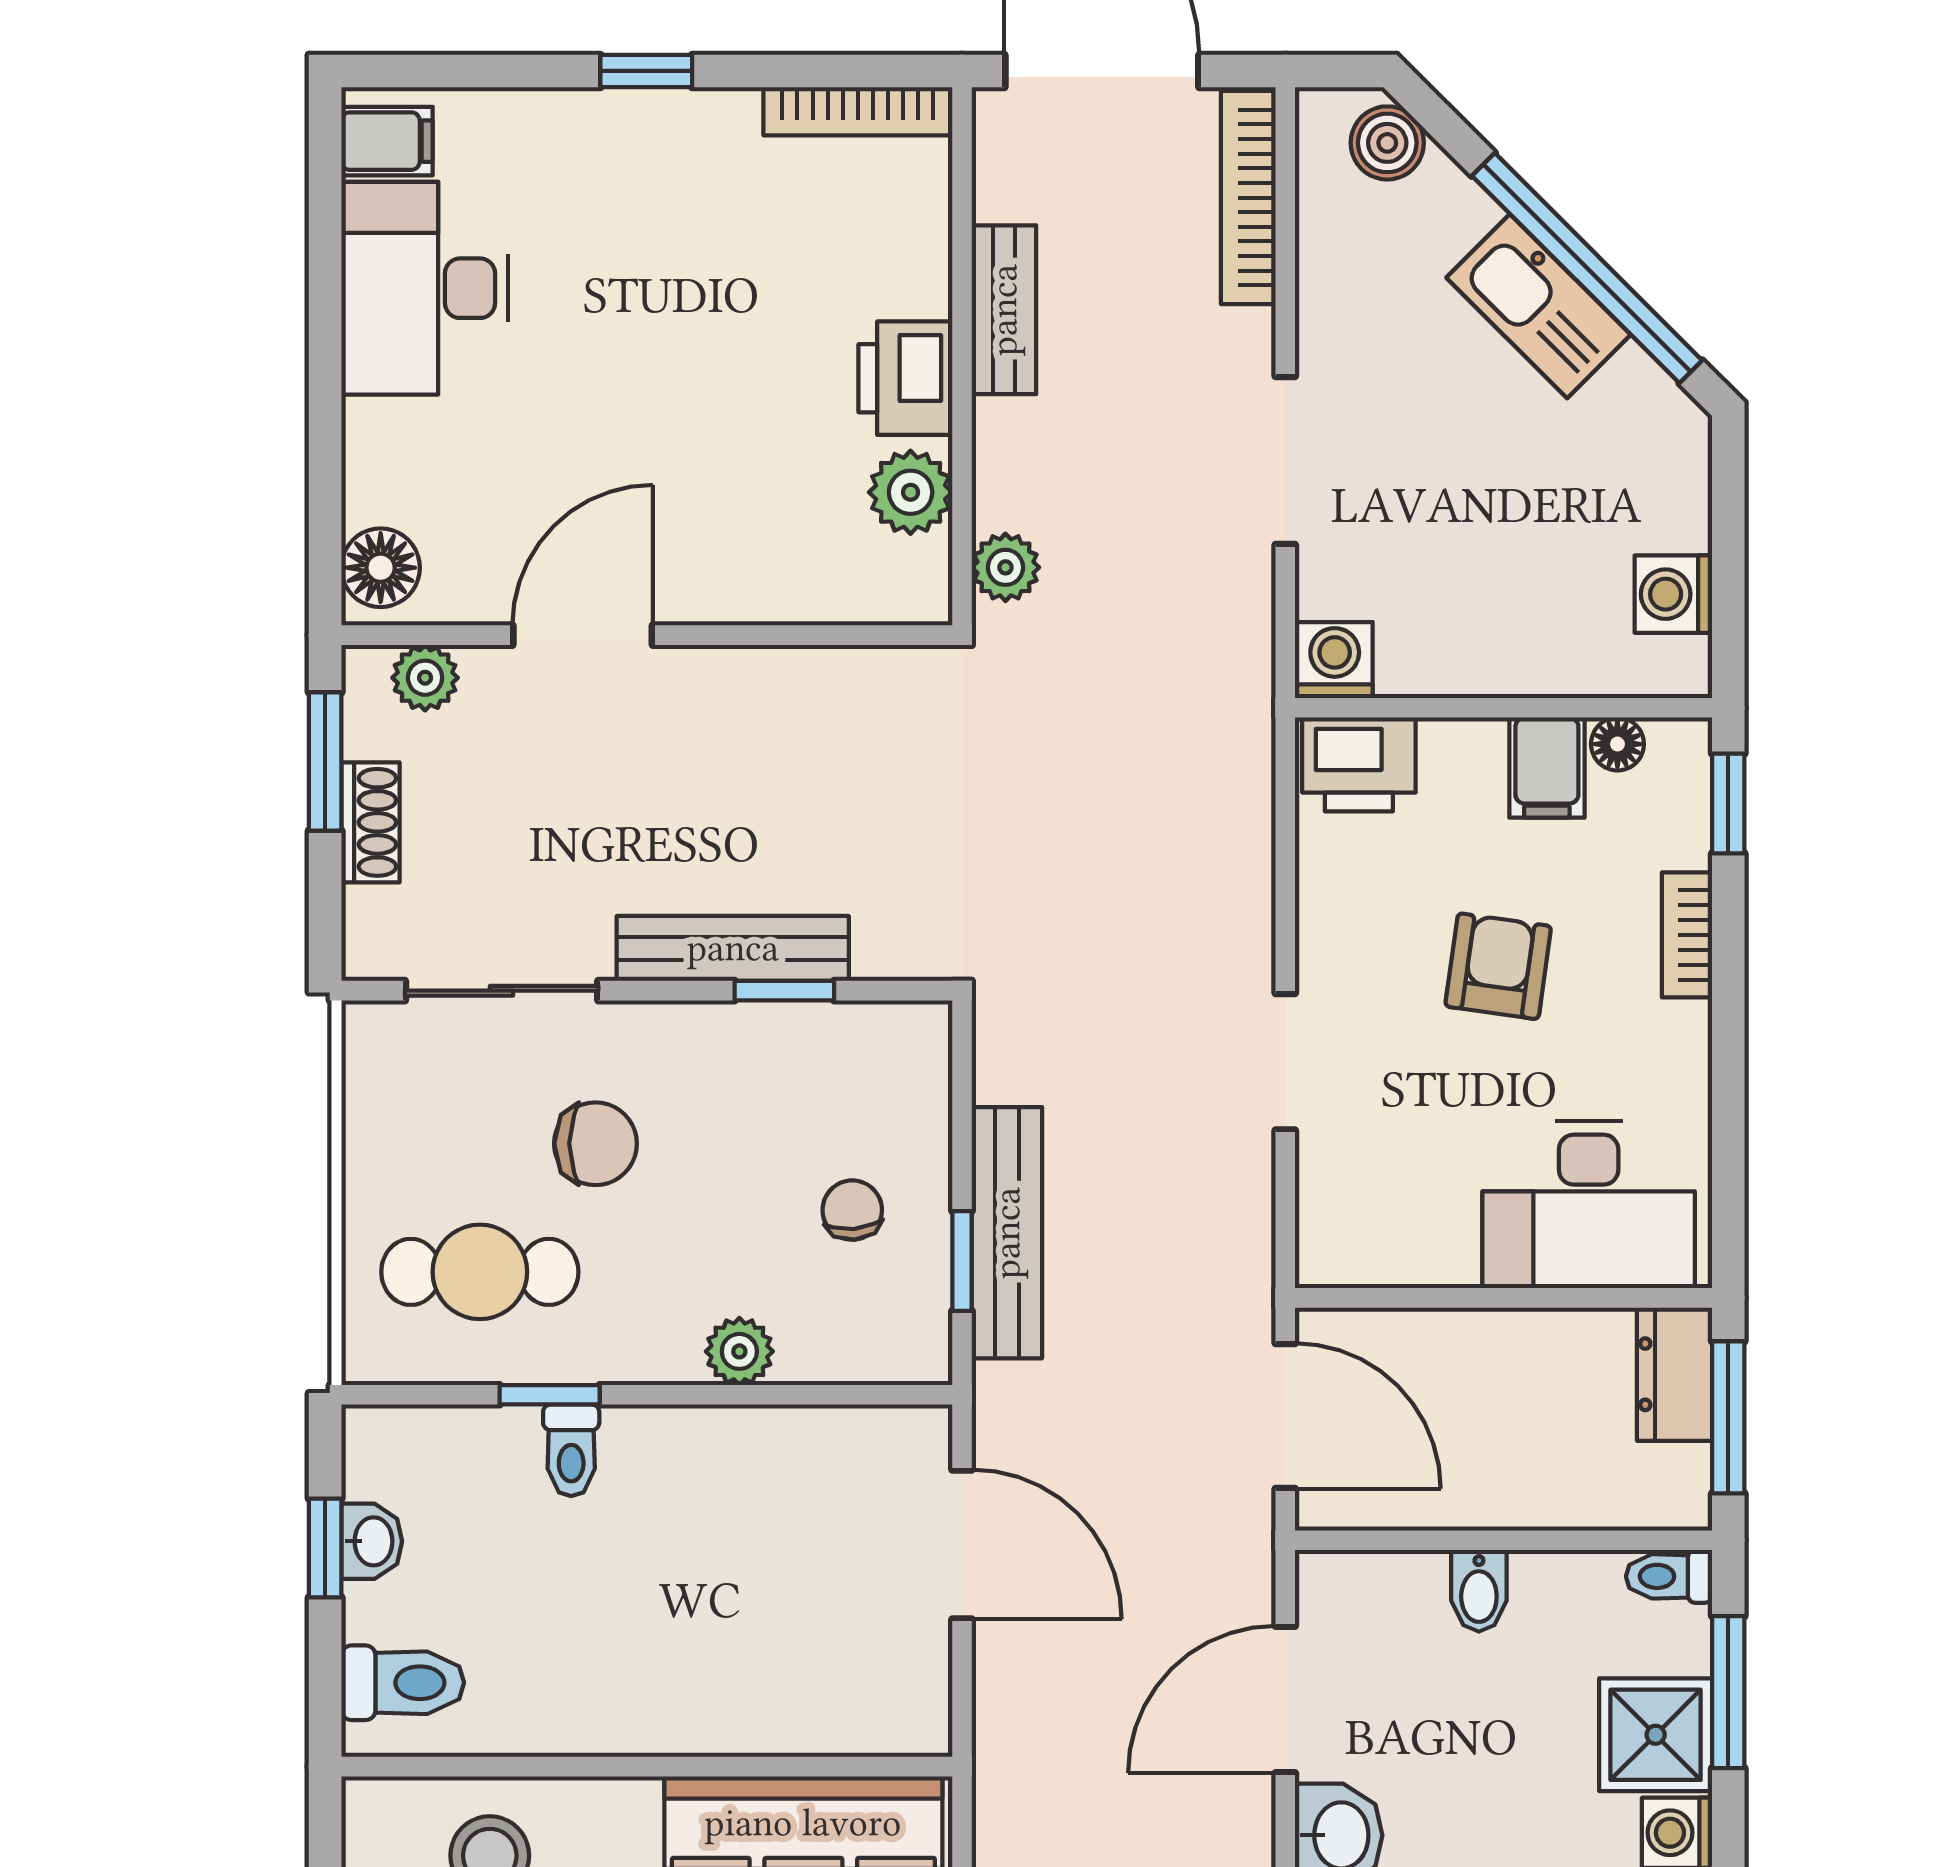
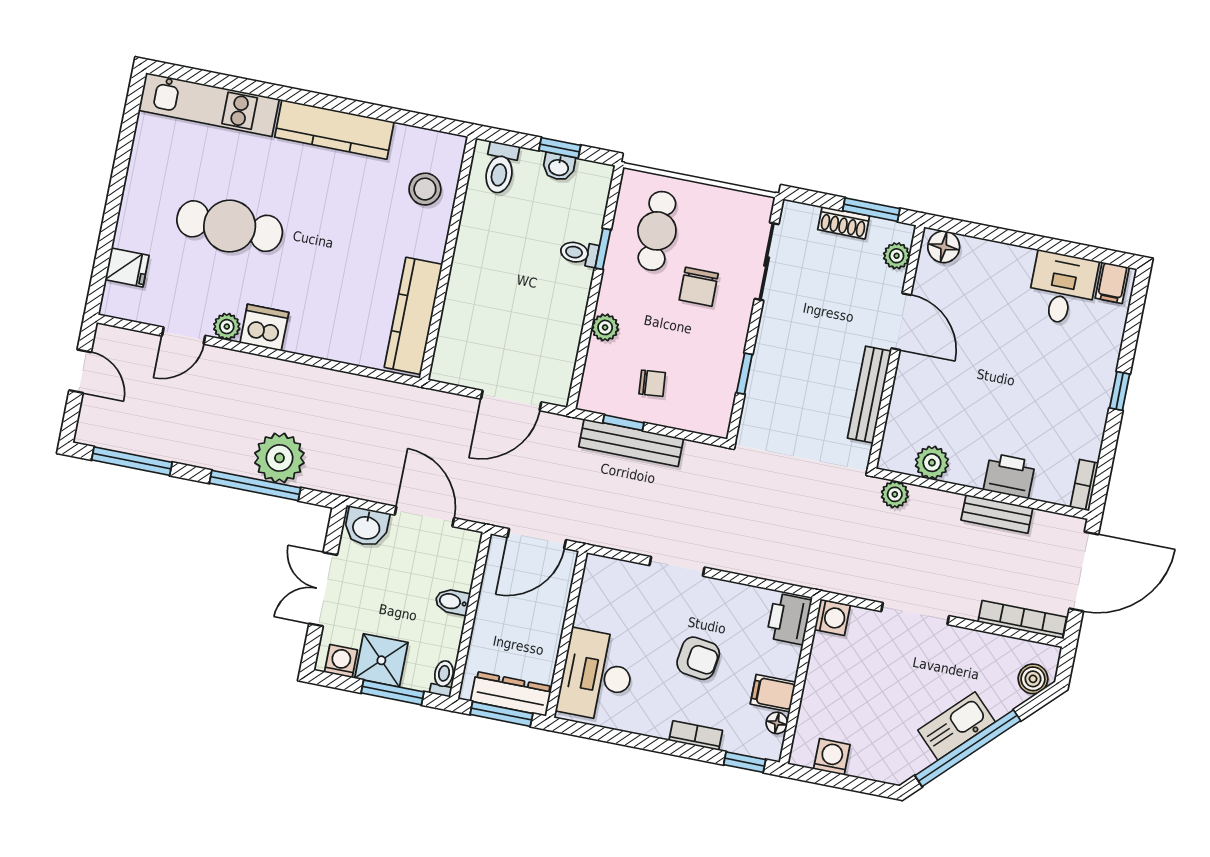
bookcase: (858, 111) -> (1084, 485), width x0.64
desk: (425, 288) -> (1062, 289), width x0.73
printer: (905, 378) -> (1009, 476), moved
bench: (733, 948) -> (869, 395), moved
dresser: (1675, 1374) -> (511, 694), width x1.44

